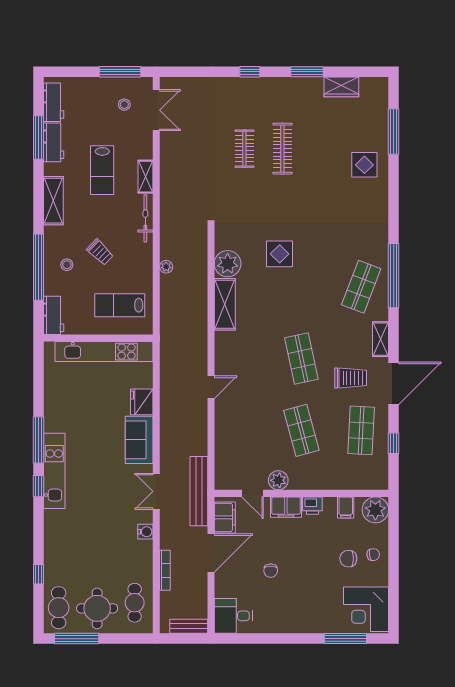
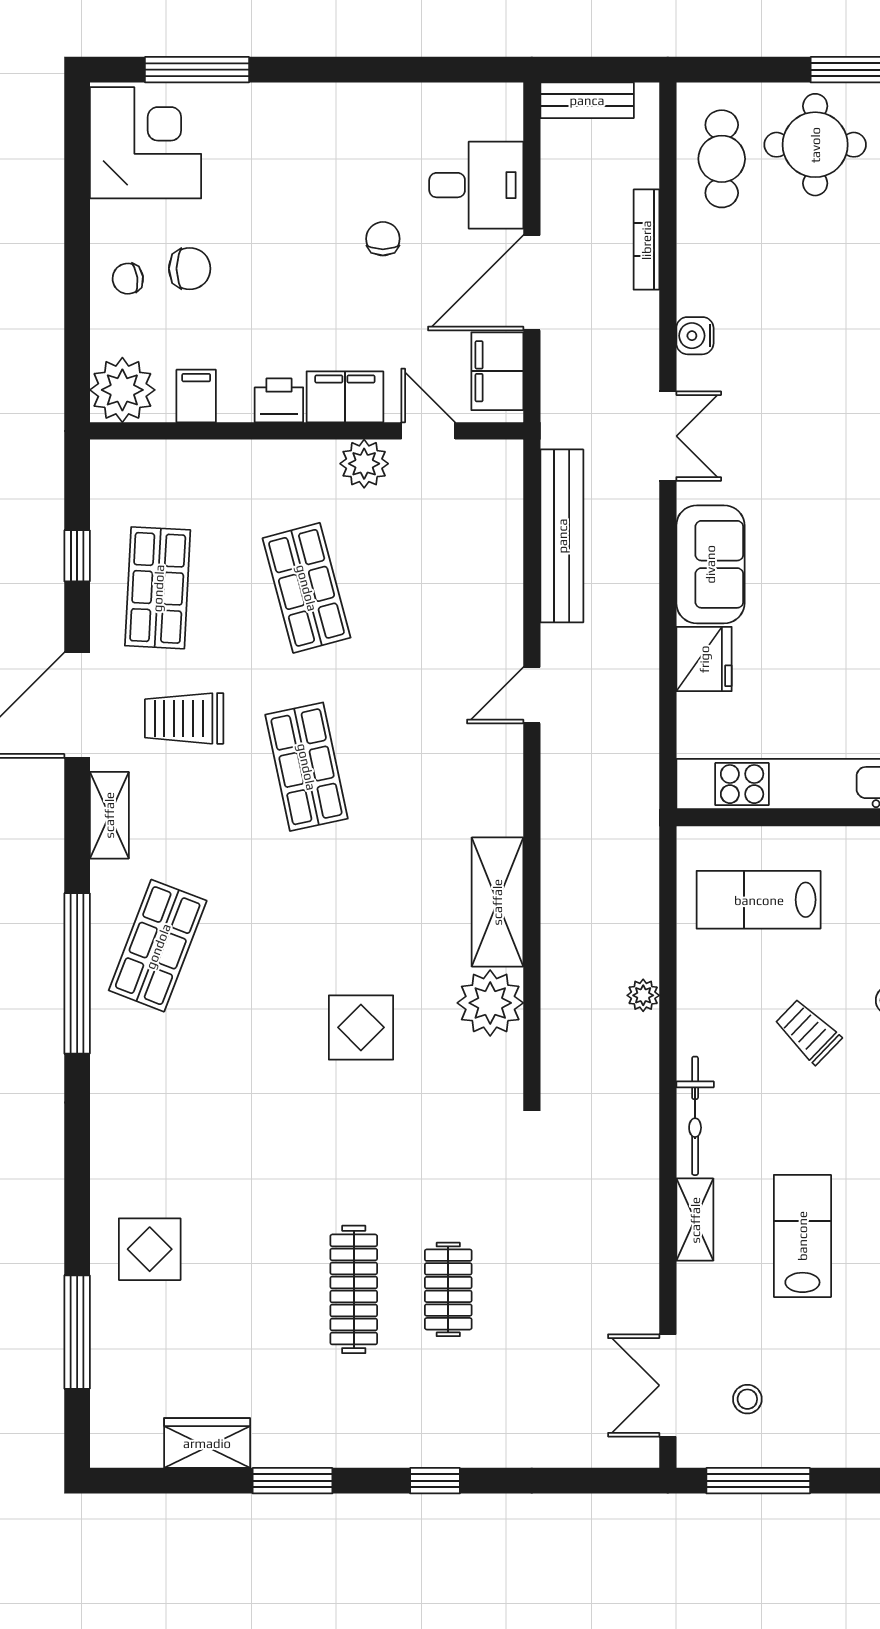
lab bench: (120, 305) -> (759, 900), turned 180
bench: (199, 491) -> (562, 536), moved
desk: (233, 616) -> (476, 185), moved

